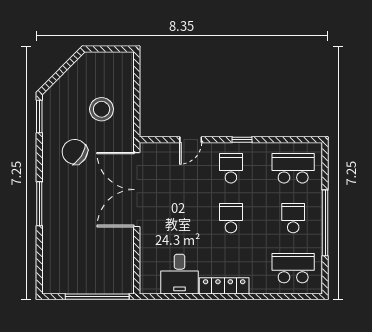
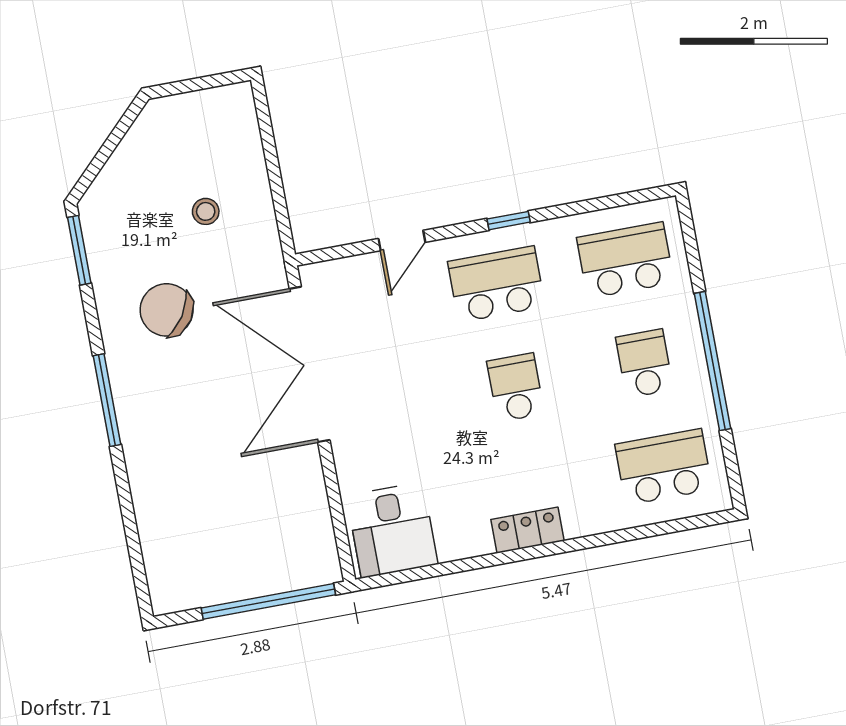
stool: (102, 109) -> (206, 211), width x0.53, depth x0.53
school desk: (231, 168) -> (496, 284), width x1.85
window: (39, 204) -> (107, 400), moved
desk: (179, 274) -> (392, 530), moved
locker: (224, 286) -> (528, 530), width x0.66

